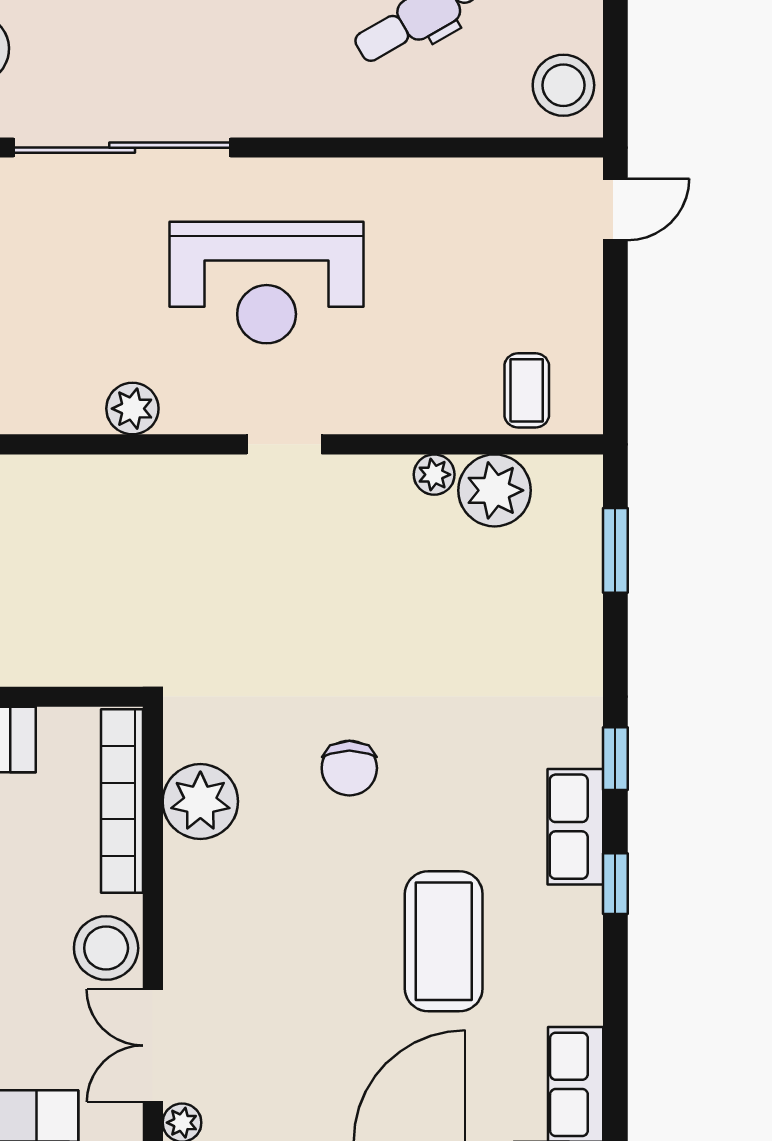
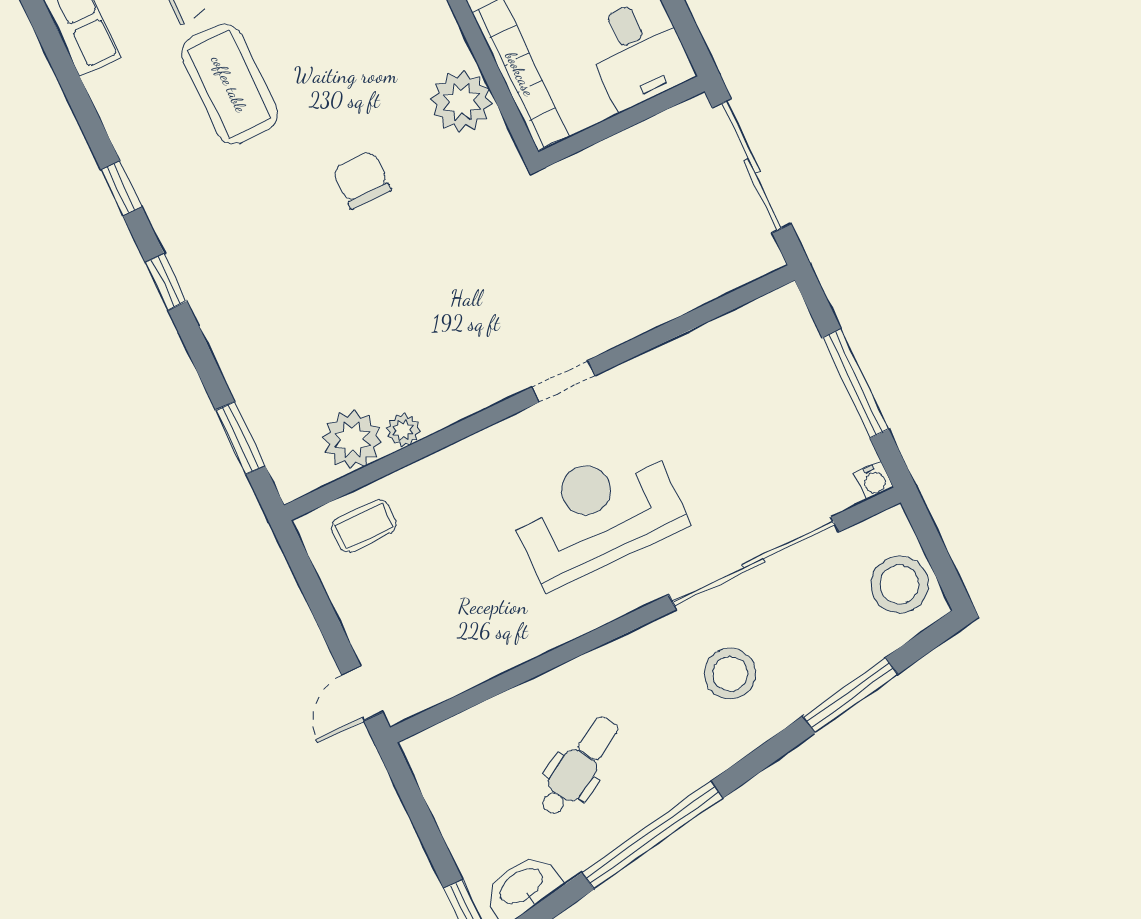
stool: (563, 85) -> (730, 674), moved
coffee table: (527, 390) -> (364, 526), turned 90
plant: (132, 409) -> (653, 372), removed
doorway: (284, 444) -> (563, 381), moved
row of seats: (575, 827) -> (172, 217), removed

